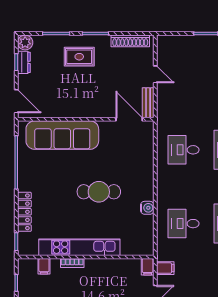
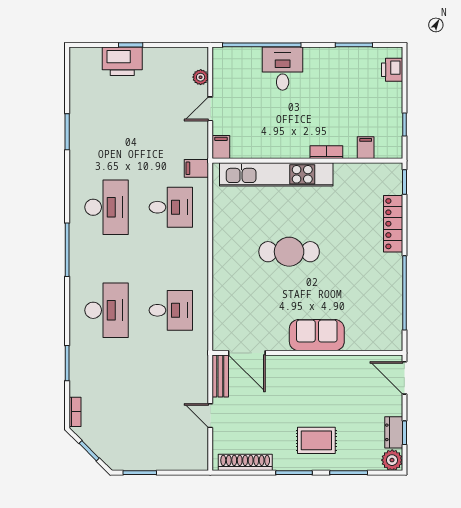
sofa: (62, 135) -> (317, 335), width x0.54, depth x0.79
water cooler: (147, 208) -> (221, 229), removed
kitchen unit: (79, 247) -> (276, 174), moved
filing cabinet: (165, 268) -> (196, 168), moved

